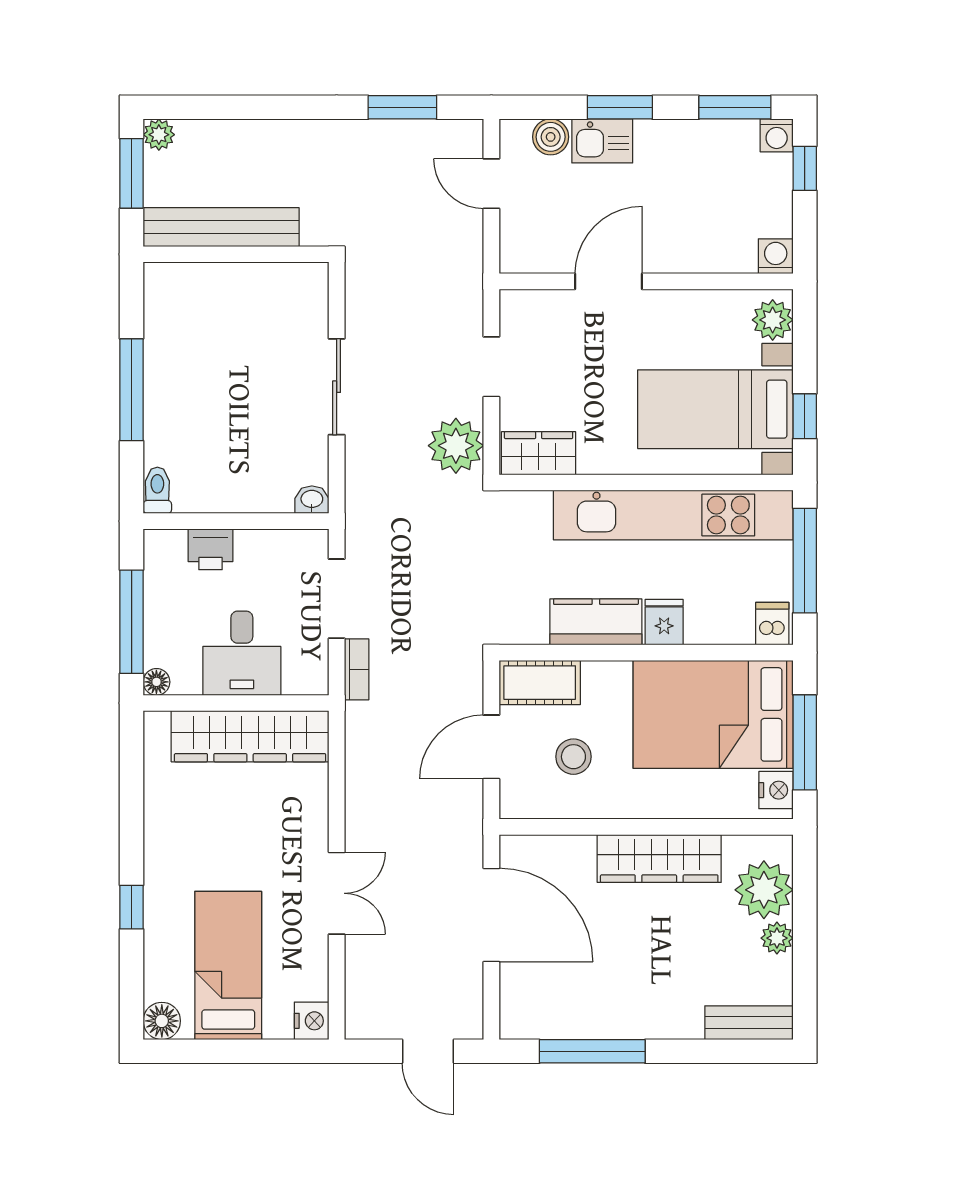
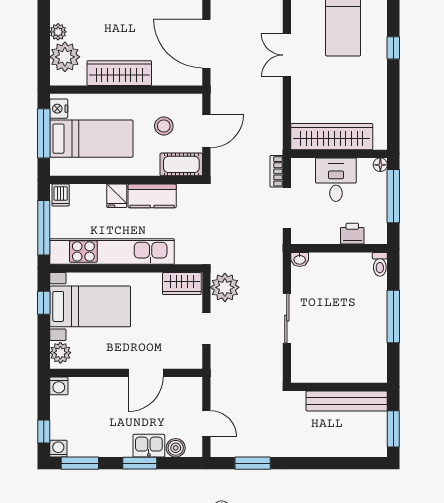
plant: (159, 135) -> (379, 449), removed
bed: (713, 714) -> (91, 139), width x0.67

